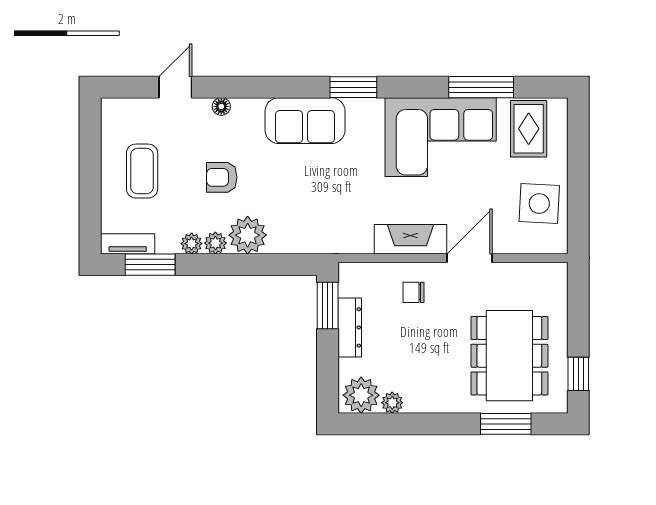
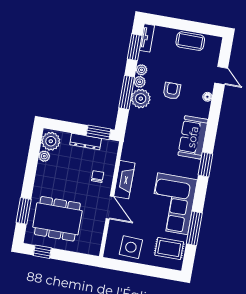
coffee table: (142, 171) -> (190, 41), moved
window: (240, 265) -> (127, 92), added

